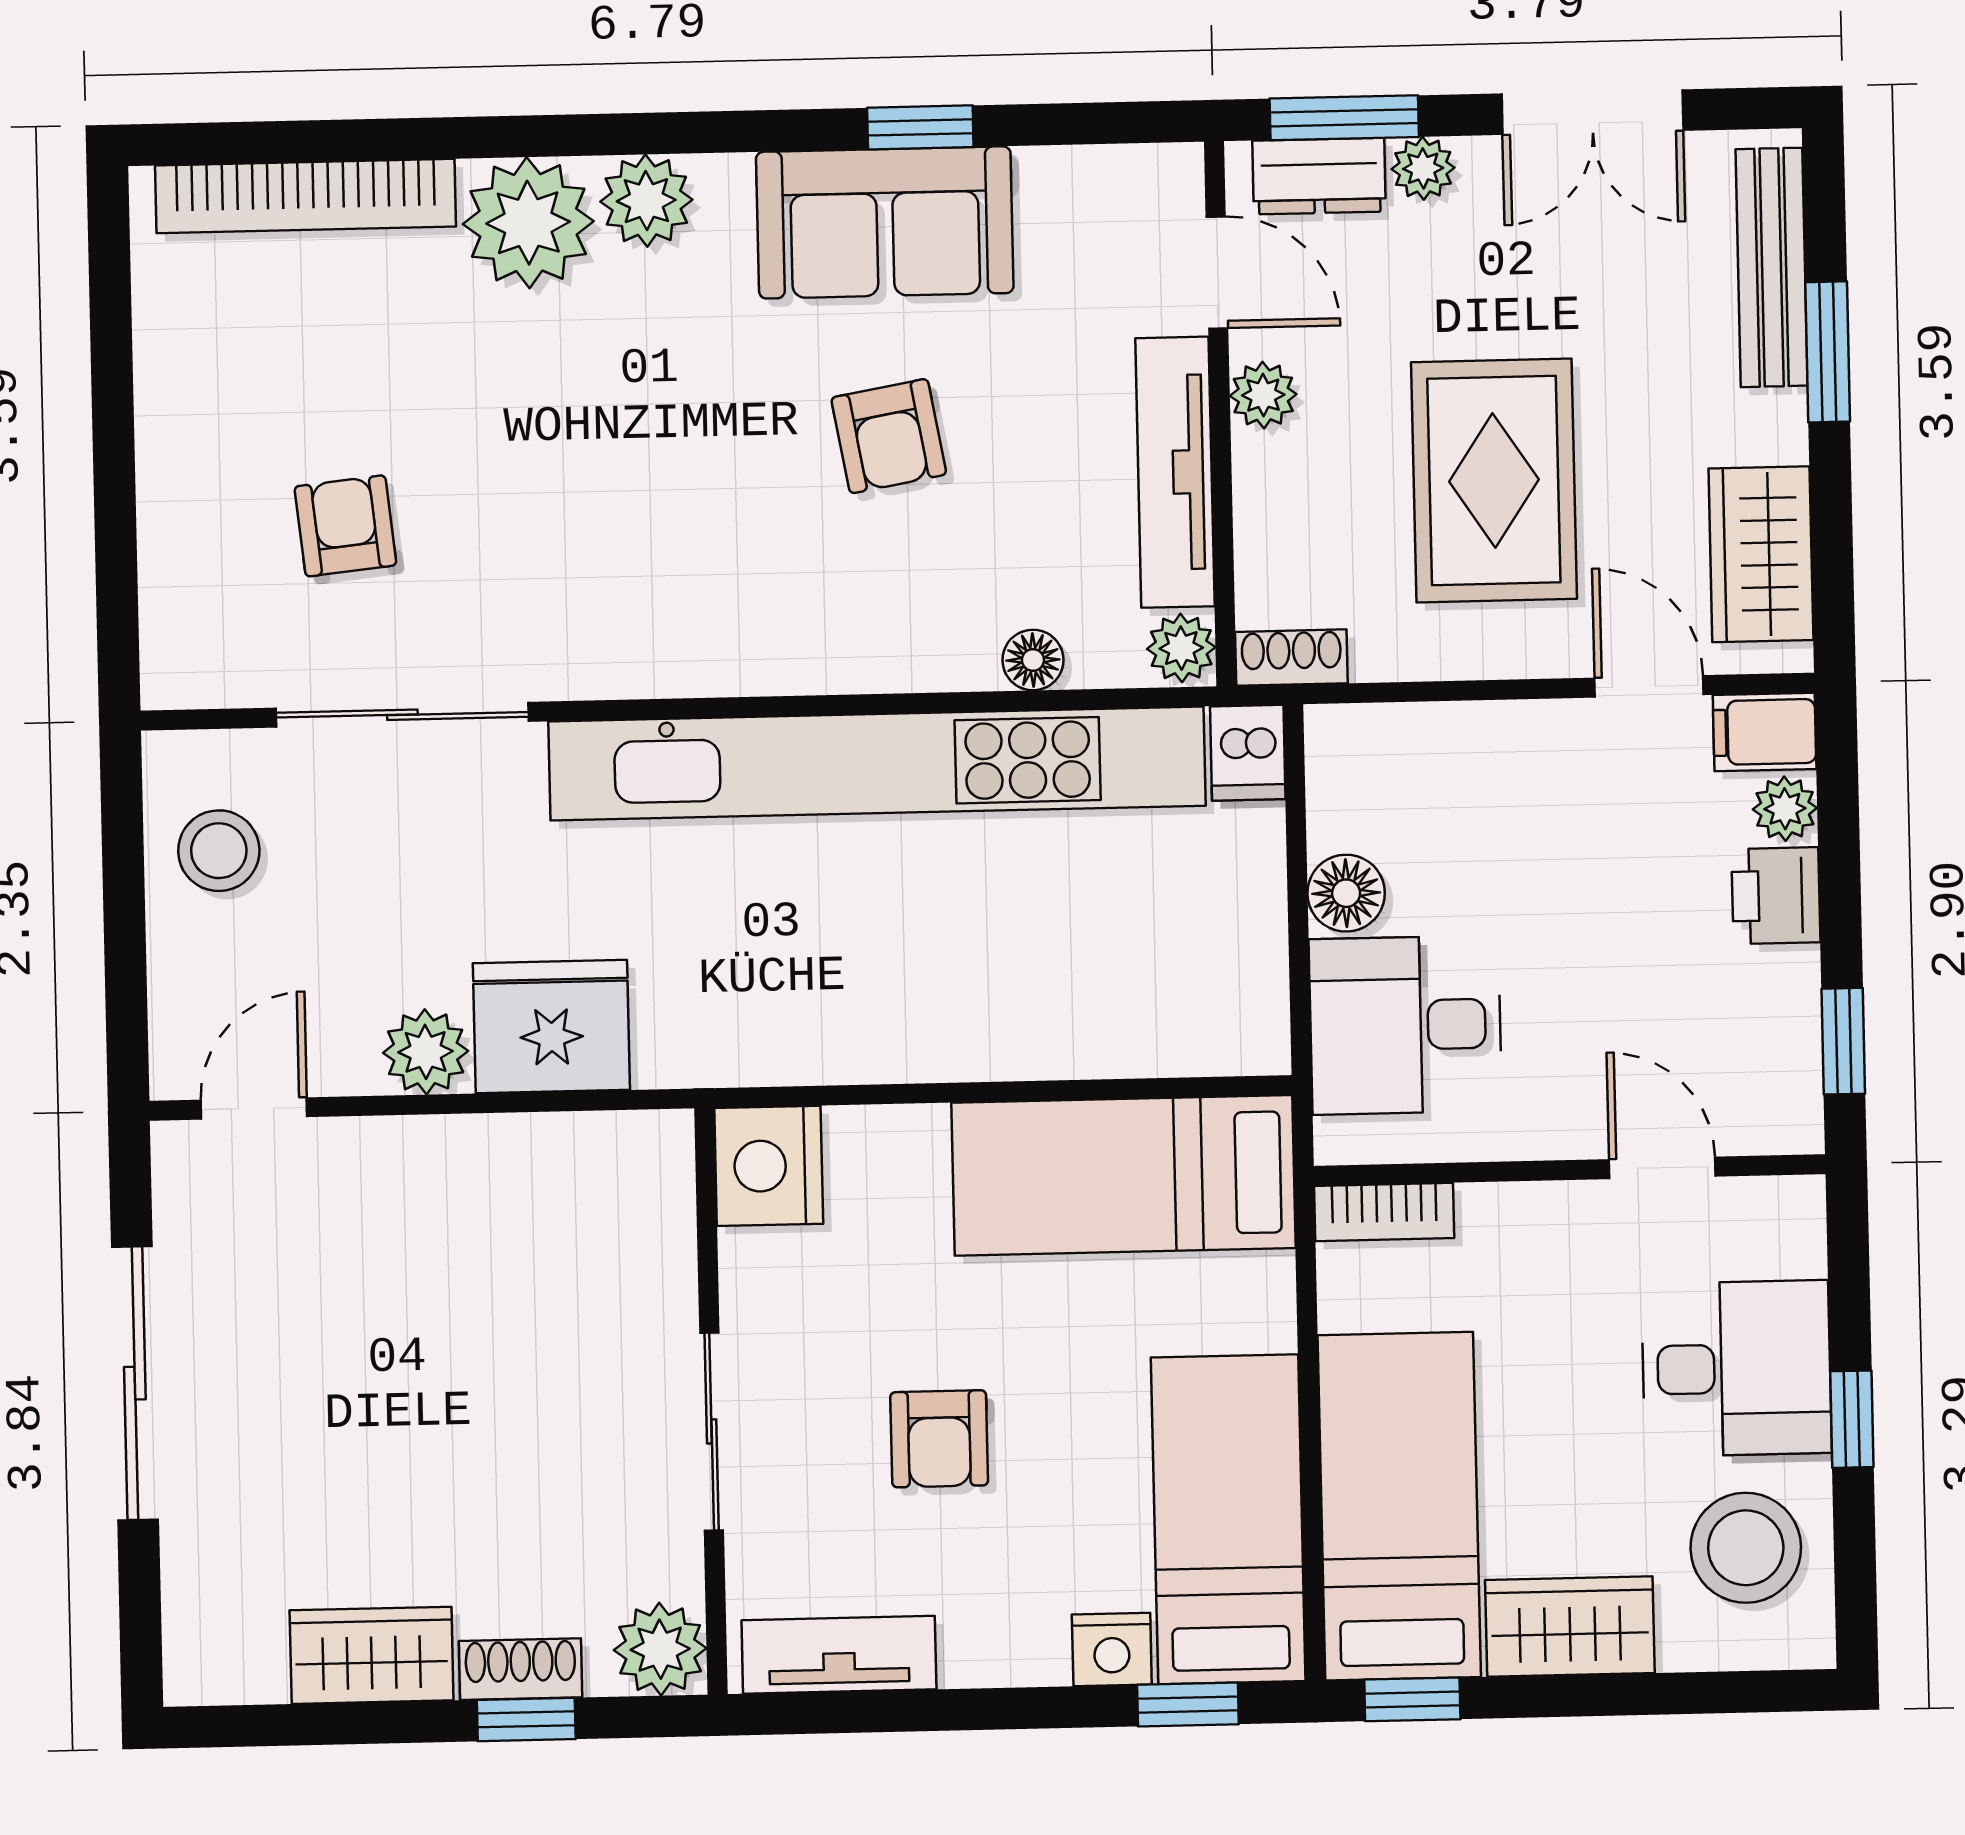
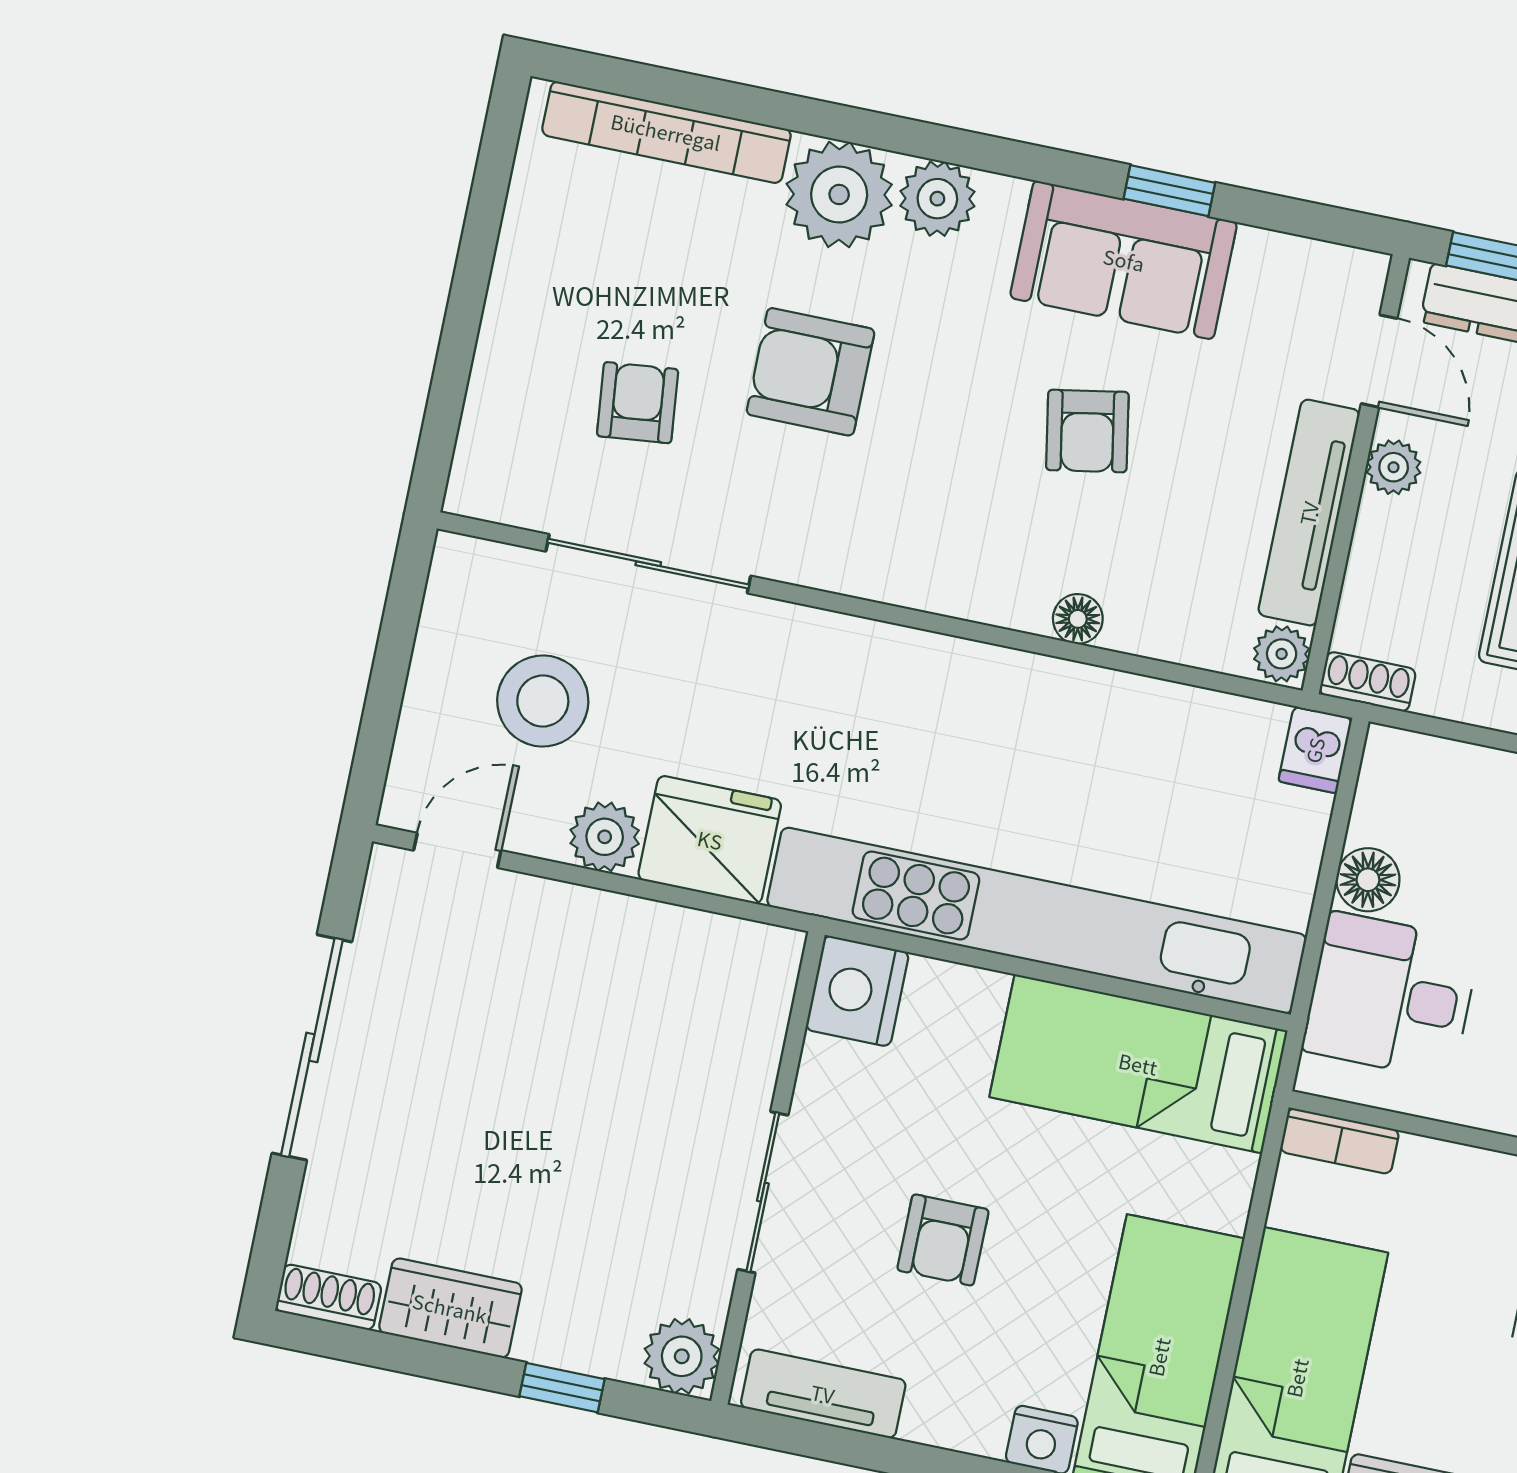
armchair: (543, 442) -> (811, 372), added
floor lamp: (1033, 660) -> (1078, 619), moved
kitchen unit: (877, 764) -> (1037, 921), moved, turned 180
stool: (219, 851) -> (543, 701), moved, width x1.38, depth x1.38
shoe rack: (520, 1669) -> (329, 1297), moved

